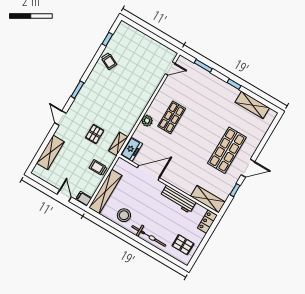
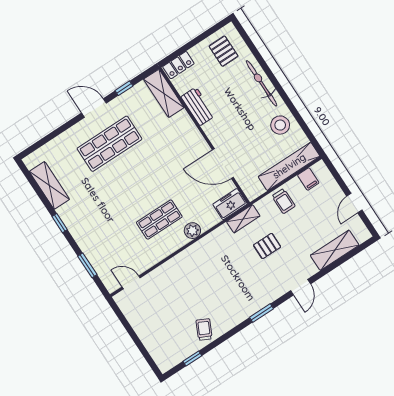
door: (64, 196) -> (354, 203), moved
filing cabinet: (84, 199) -> (308, 179), moved
workbench: (178, 199) -> (198, 106), width x0.73

